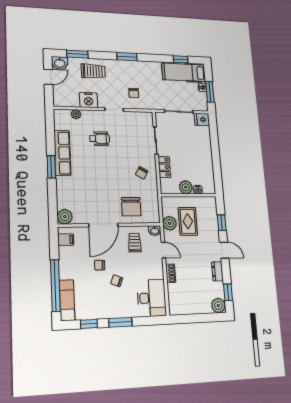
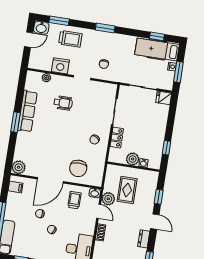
window: (217, 170) -> (166, 148), added
plant: (170, 223) -> (108, 199), moved

